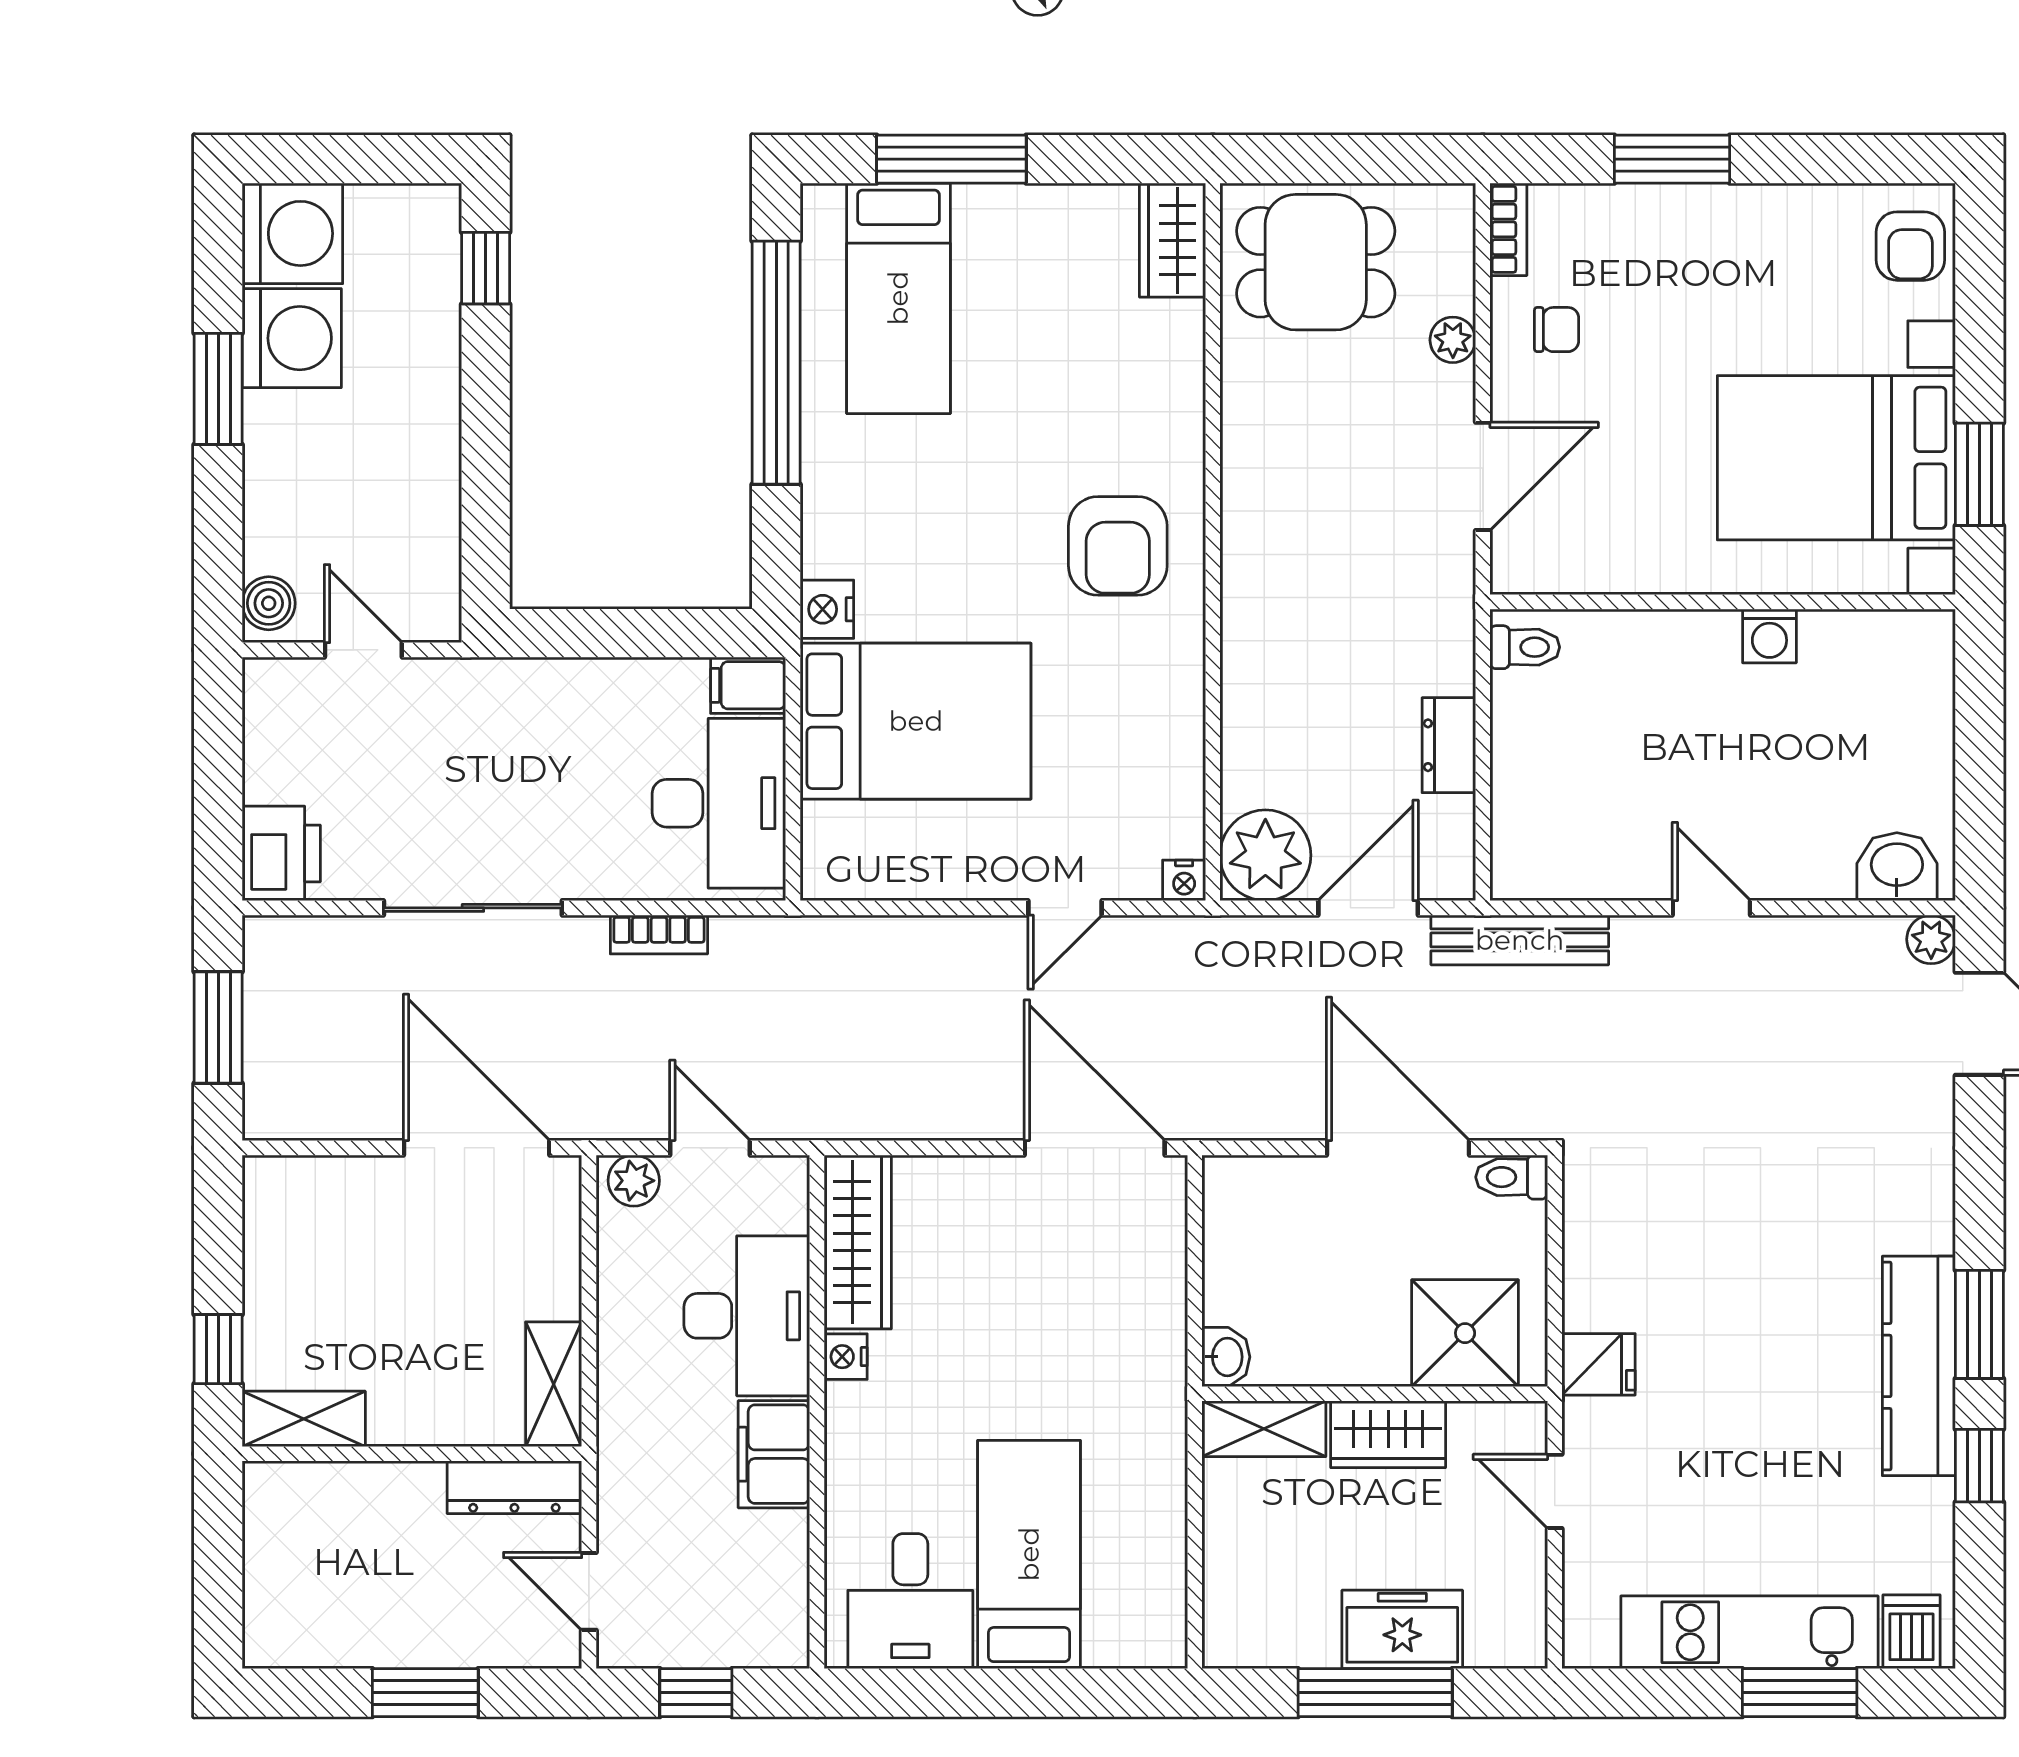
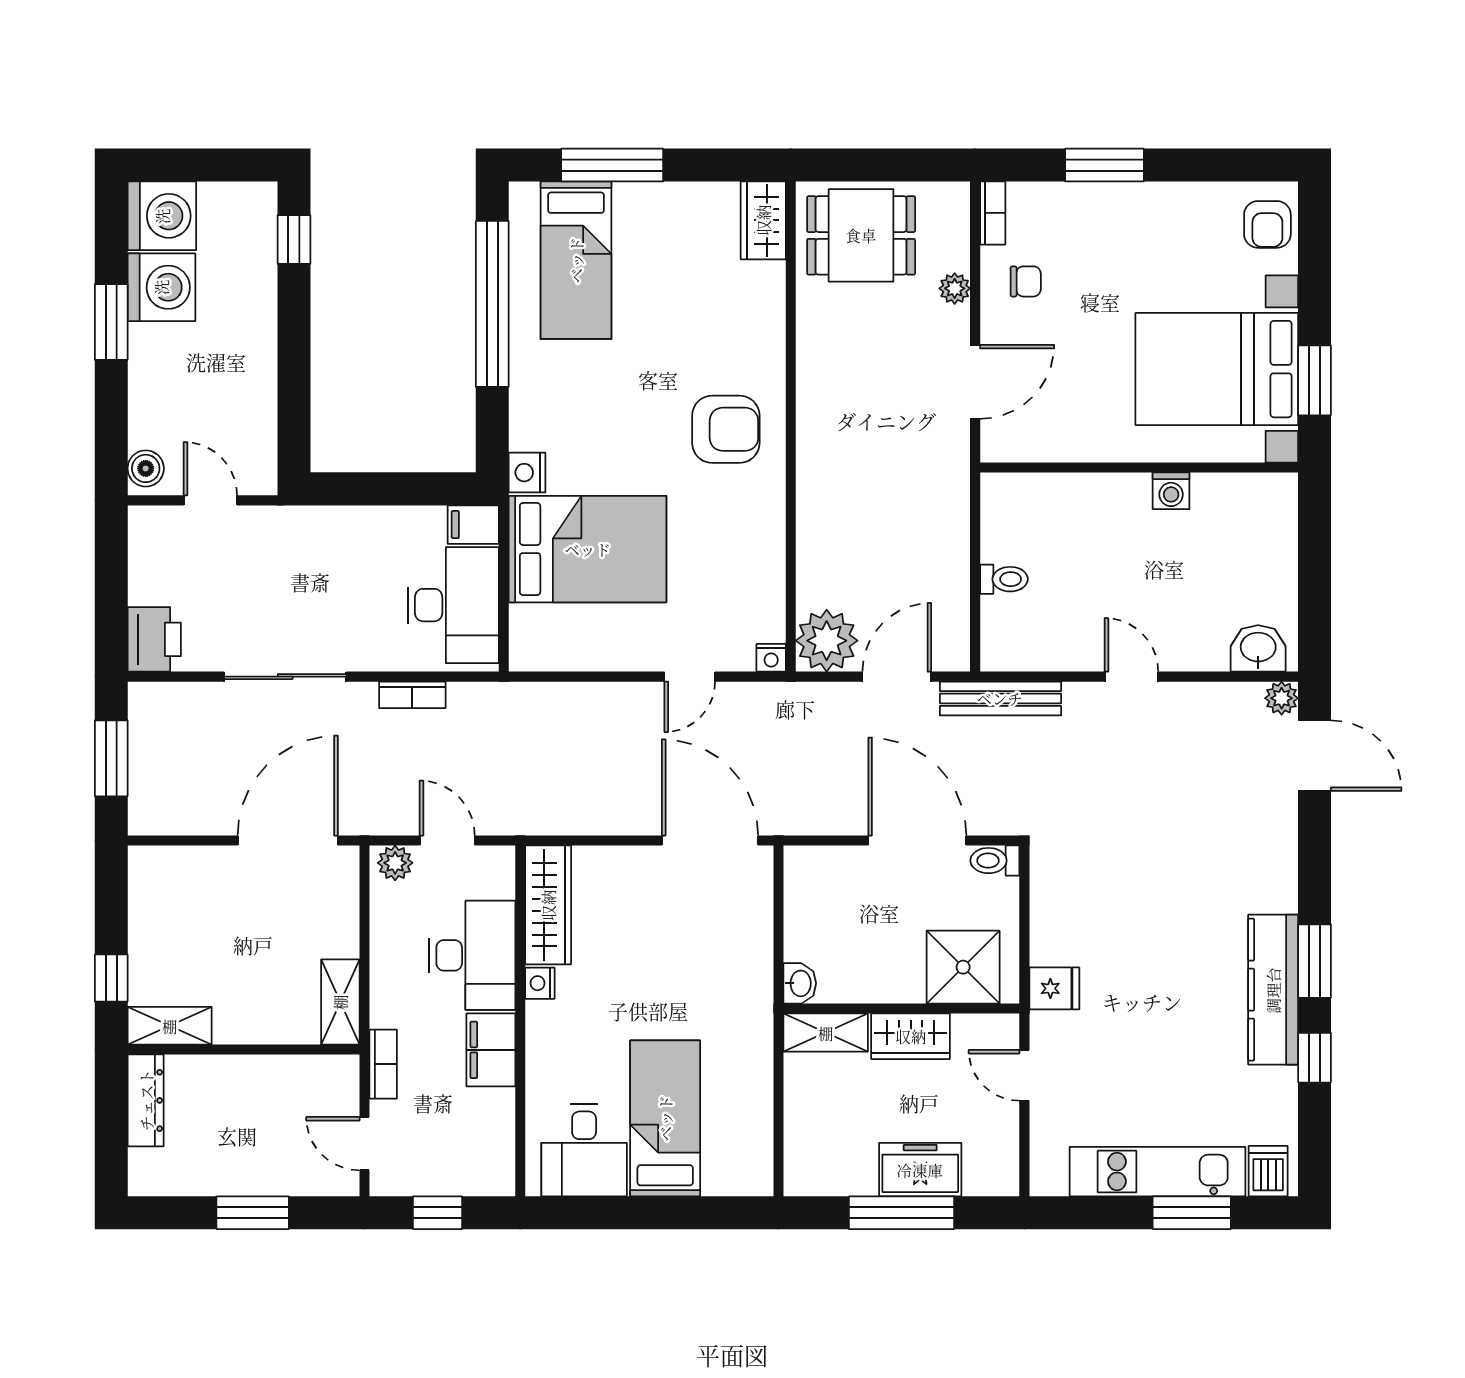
armchair: (1118, 546) -> (726, 429), turned -90
toilet: (1525, 647) -> (1004, 579), moved
dresser: (1449, 745) -> (952, 565), removed
door: (477, 1148) -> (288, 841), hinge flipped
bookcase: (616, 1475) -> (383, 1064), added
dresser: (514, 1487) -> (146, 1100), moved, turned -90

